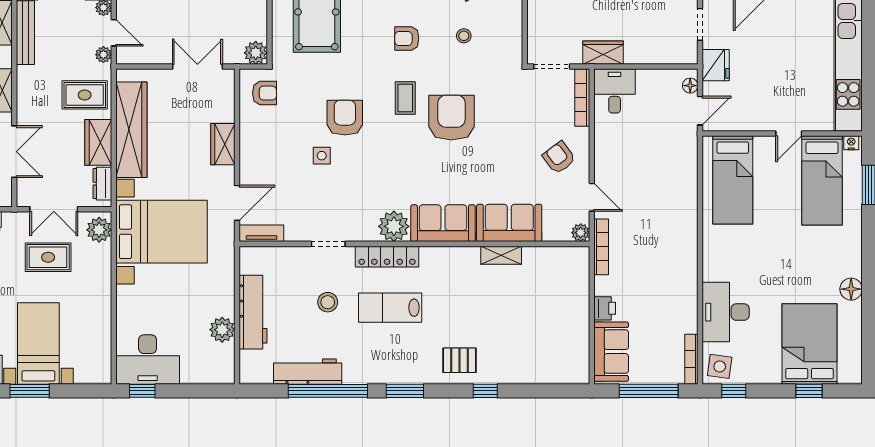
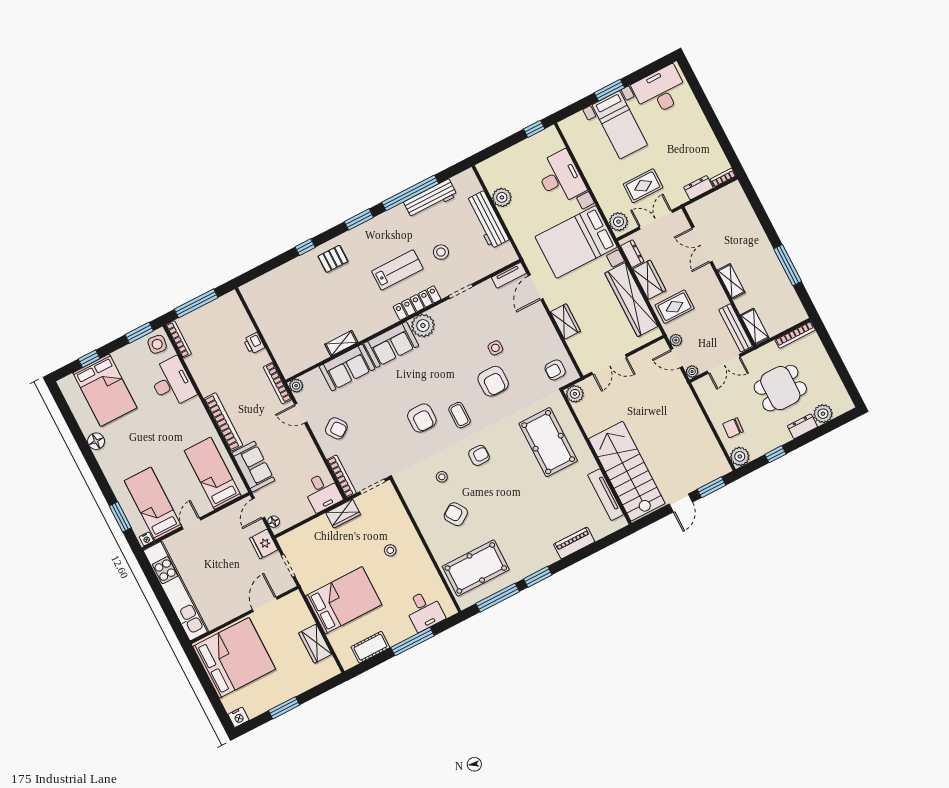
armchair: (451, 118) -> (422, 418), width x0.73, depth x0.73
bookcase: (689, 234) -> (223, 422), added
sofa: (611, 352) -> (253, 467), moved, turned 180
desk: (148, 360) -> (560, 177), moved, turned 90
window: (734, 391) -> (139, 333), width x1.50

